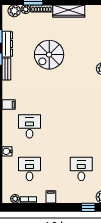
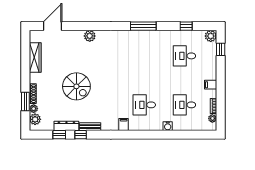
wardrobe: (69, 11) -> (35, 58), moved

